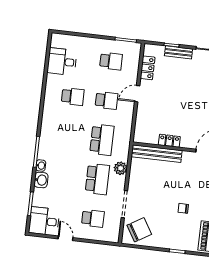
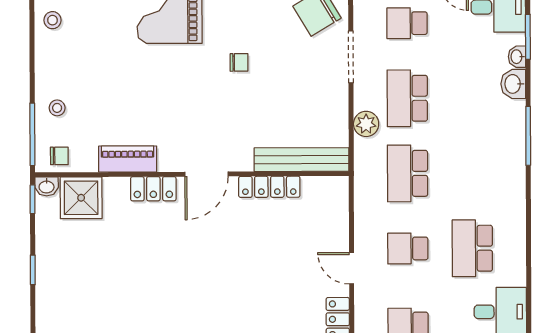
door: (137, 94) -> (352, 268), swing flipped
school desk: (73, 97) -> (472, 248), width x1.85
locker: (169, 141) -> (269, 187), width x1.53
washbasin: (41, 166) -> (517, 57), moved

